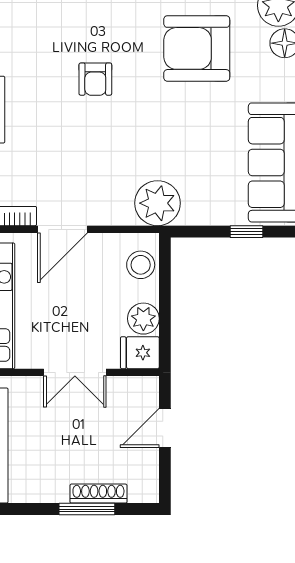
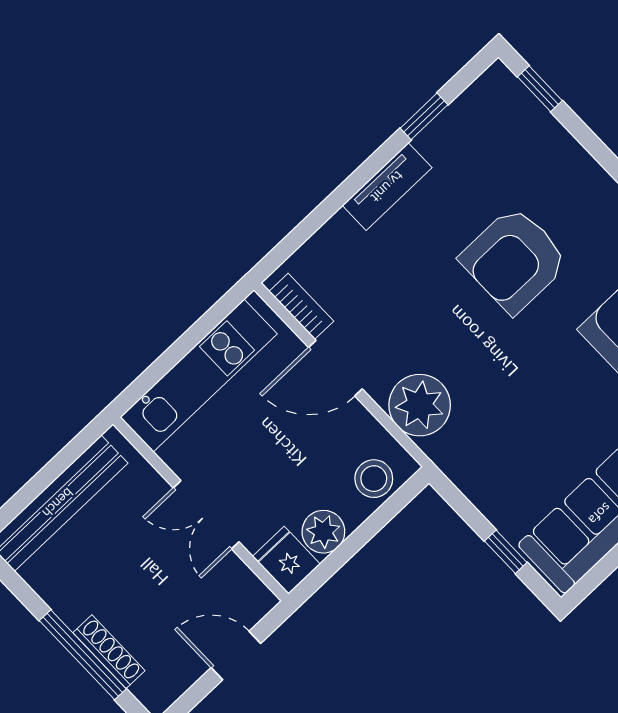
armchair: (95, 79) -> (514, 260), width x1.88, depth x1.88
plant: (157, 203) -> (420, 405), moved
window: (87, 509) -> (83, 655), width x1.44

